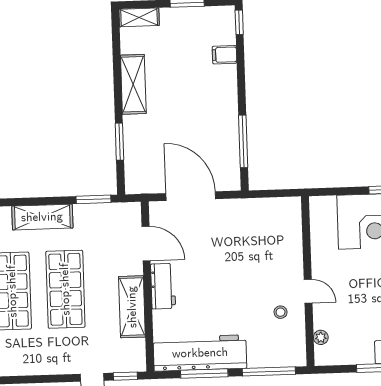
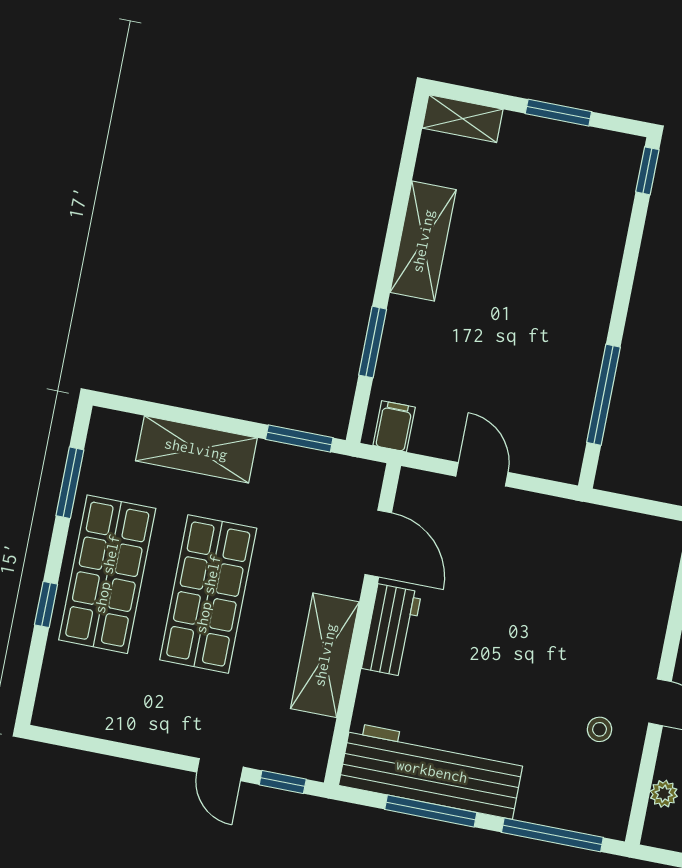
filing cabinet: (225, 55) -> (394, 426), moved, turned 90
door: (191, 196) -> (482, 474), width x0.53

